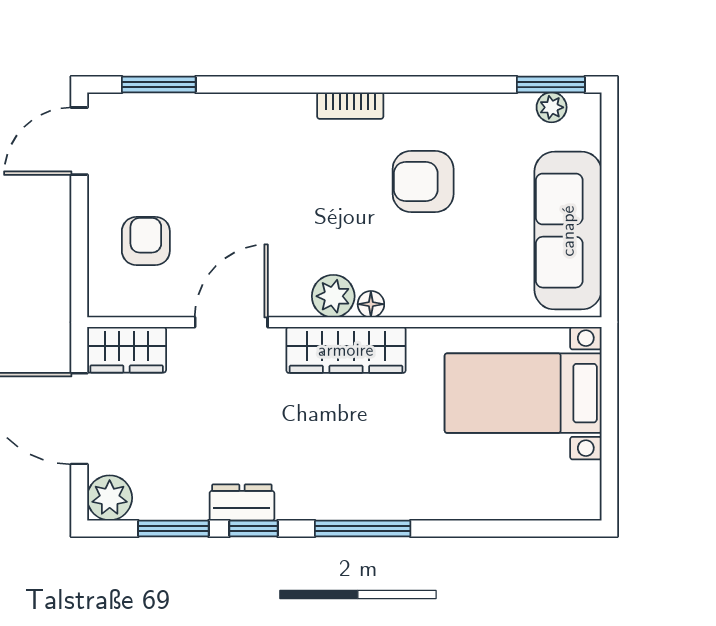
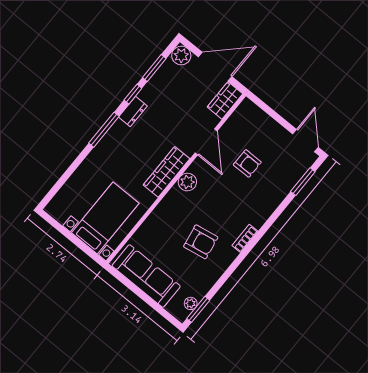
armchair: (423, 181) -> (201, 242), turned 80
armchair: (146, 241) -> (247, 163), moved
floor lamp: (371, 304) -> (175, 192), removed
dresser: (242, 503) -> (133, 111), moved

